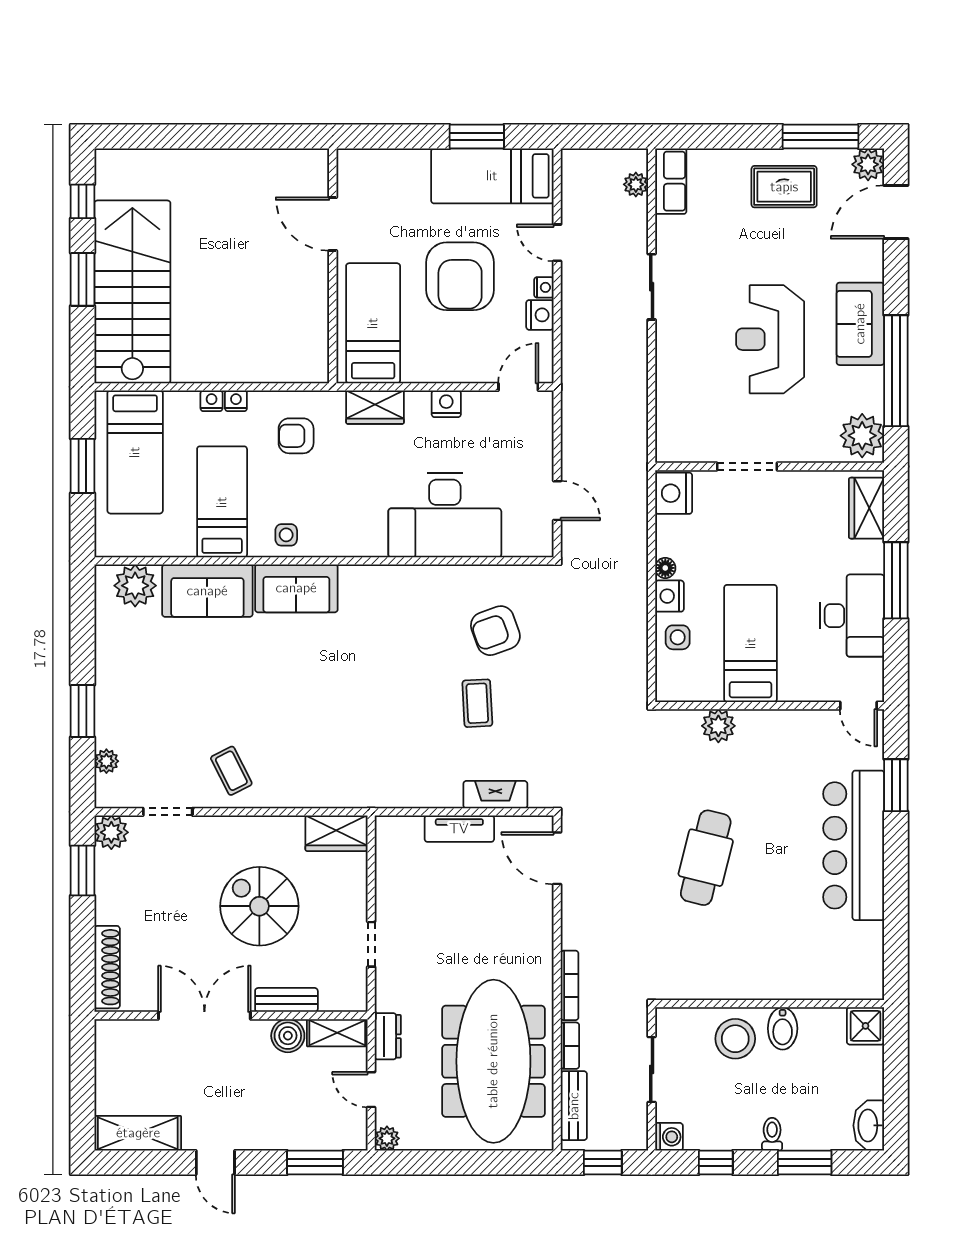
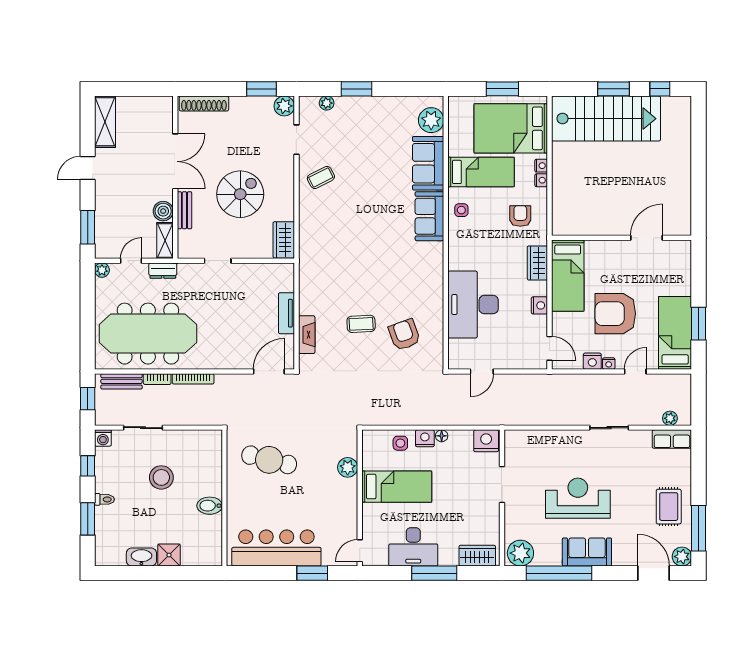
bed: (373, 323) -> (568, 276), moved, turned 90
bed: (135, 452) -> (511, 128), width x1.50
wall: (770, 1004) -> (224, 498), moved
bidet: (783, 1028) -> (210, 506), moved
washbasin: (869, 1125) -> (141, 557), moved

